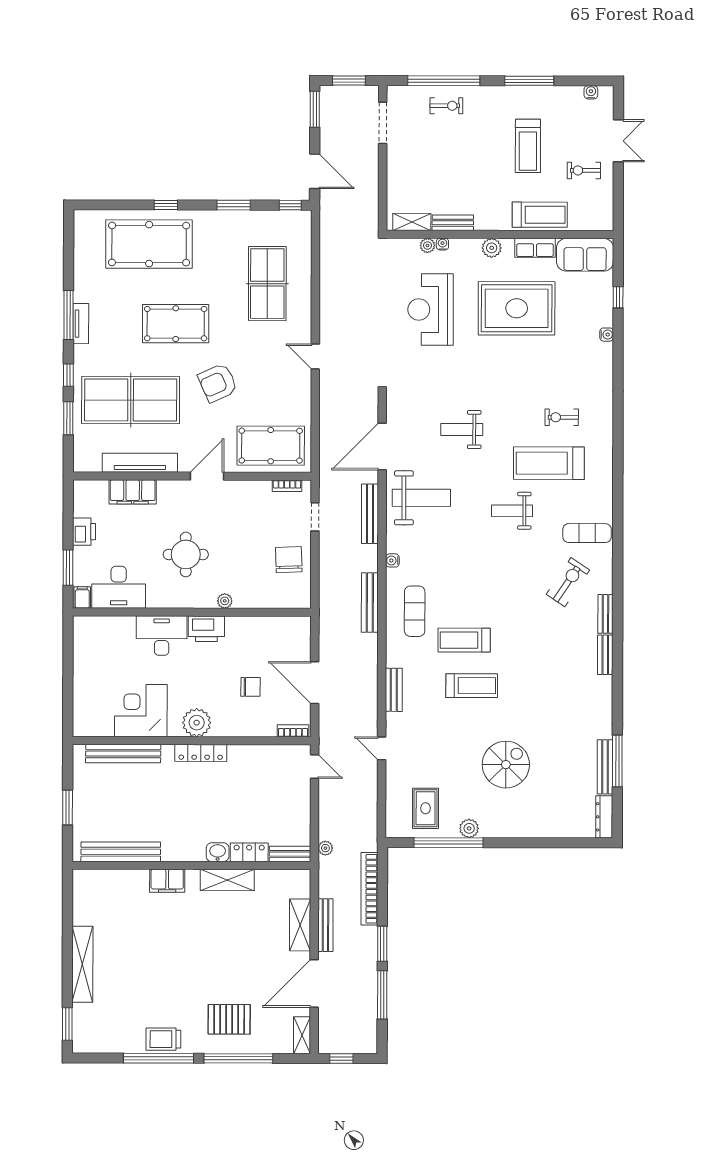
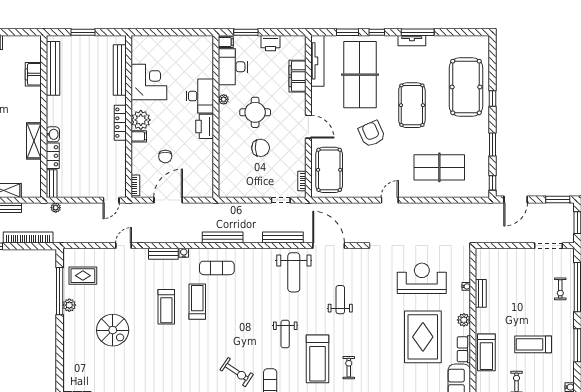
shelving: (412, 222) -> (481, 266), removed
plant: (428, 245) -> (465, 276), removed
tv unit: (140, 463) -> (317, 61), moved
treadmill: (549, 463) -> (318, 359), turned 180
weight bench: (512, 511) -> (285, 334), turned 180
chair: (289, 560) -> (261, 148), moved
water cooler: (392, 560) -> (184, 253), moved
plant: (225, 601) -> (224, 99), moved
filing cabinet: (221, 726) -> (139, 136), added
filing cabinet: (167, 881) -> (33, 74), moved

